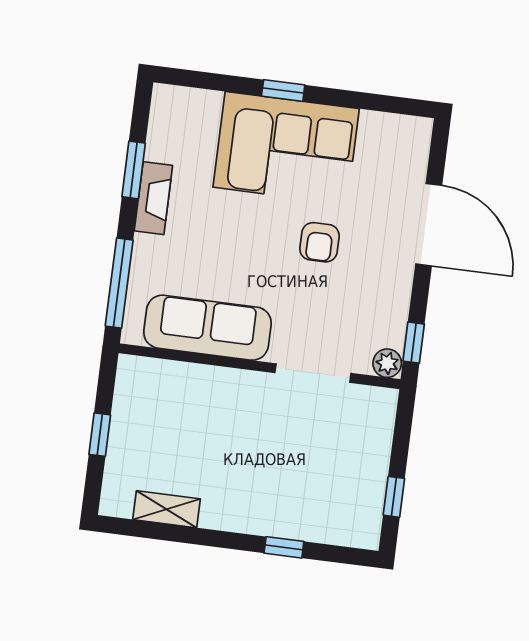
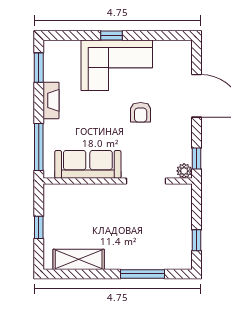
window: (134, 170) -> (39, 68), moved
shelving: (166, 509) -> (79, 259), width x1.50, depth x1.33
window: (284, 547) -> (142, 274), width x2.17

